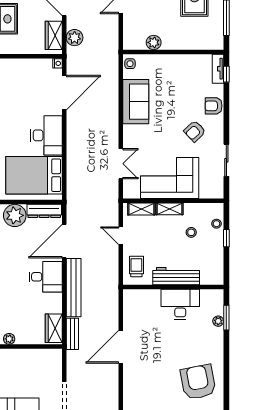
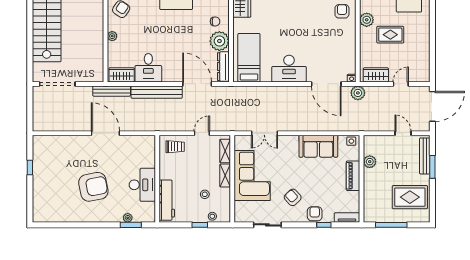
plant: (75, 38) -> (358, 93), moved
piano: (170, 62) -> (353, 176), added
window: (226, 74) -> (324, 225), moved
bed: (34, 175) -> (249, 58), width x0.67
workbench: (176, 276) -> (167, 200), moved
desk: (46, 277) -> (148, 68), moved
bench: (72, 334) -> (112, 91), width x1.36
armchair: (198, 382) -> (93, 187), moved

